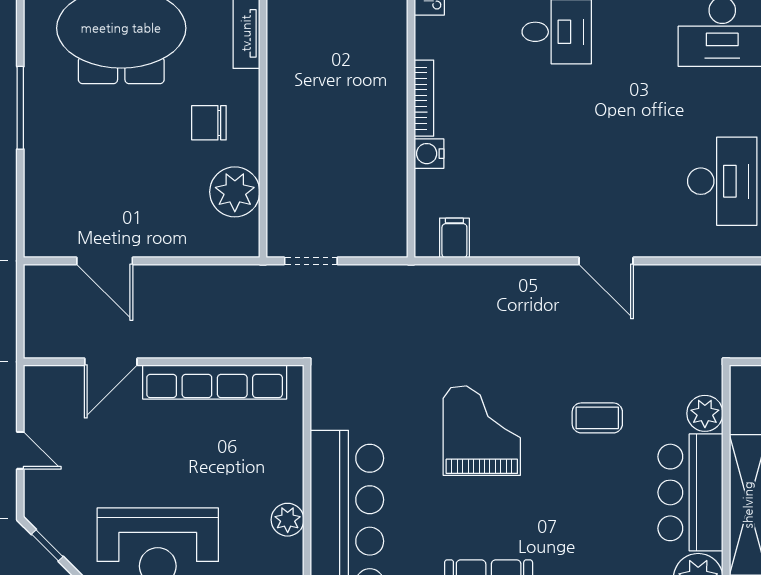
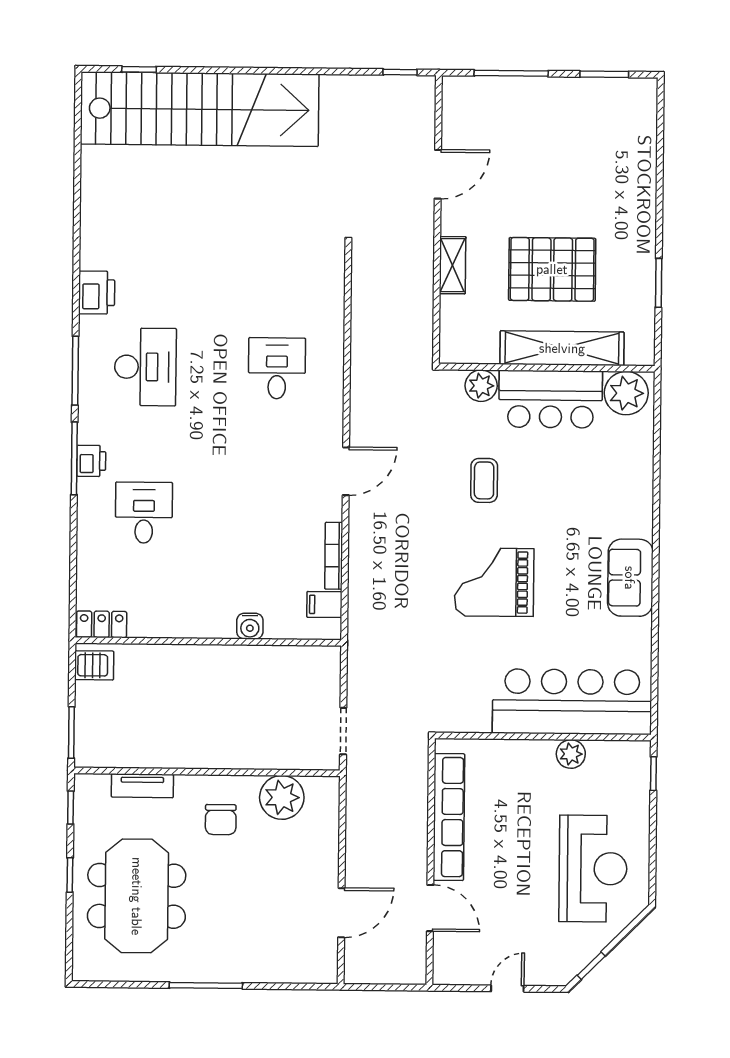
bookcase: (424, 98) -> (334, 556), moved, turned -90
desk: (722, 181) -> (277, 368), width x0.73

